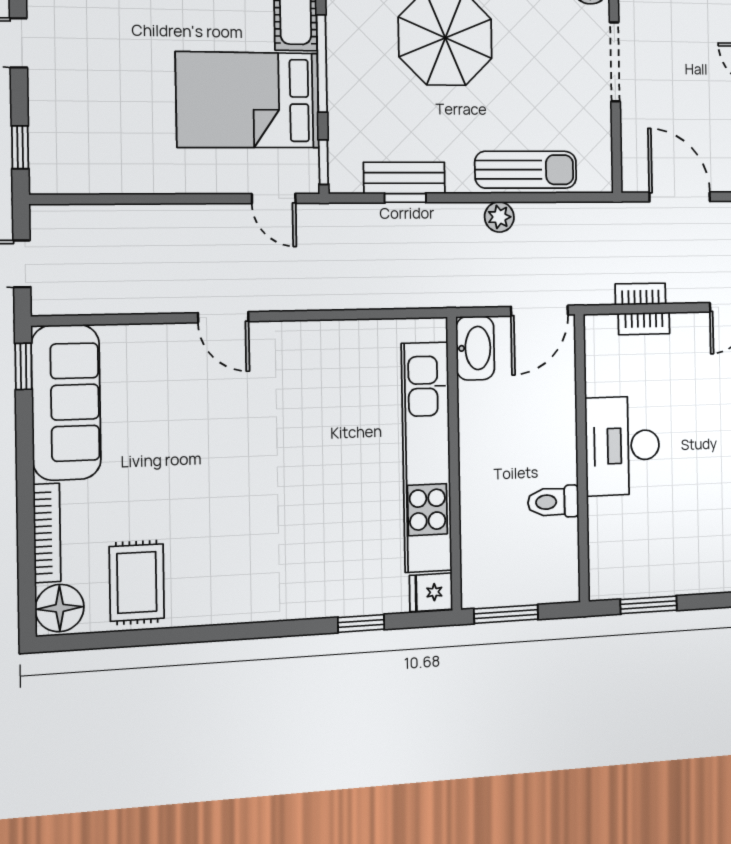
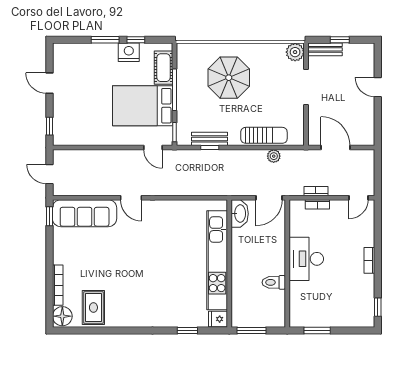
plant: (499, 217) -> (274, 156), moved
sofa: (66, 402) -> (85, 213), moved, turned 90

